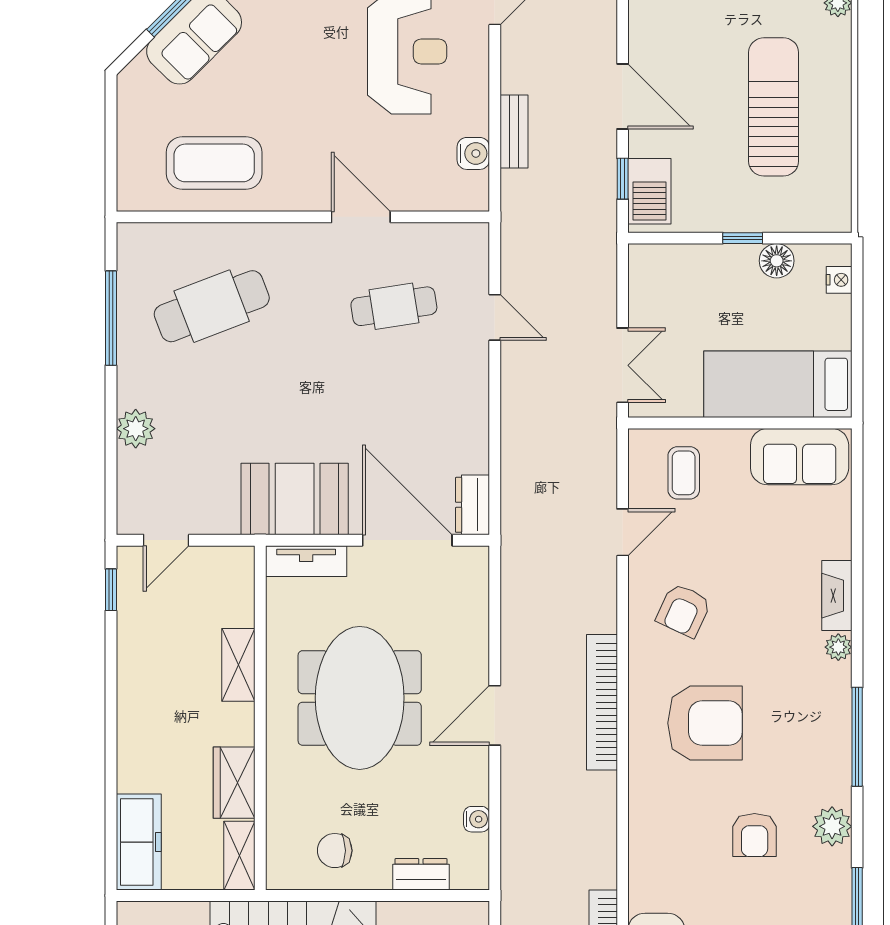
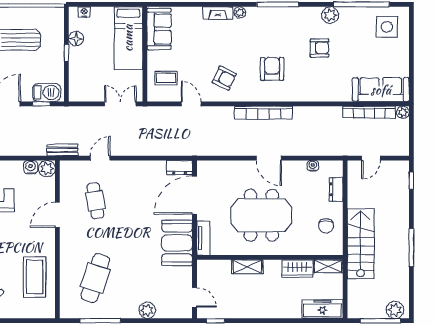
bench: (514, 131) -> (62, 150), moved
plant: (470, 192) -> (47, 169), added
cafe table: (212, 306) -> (95, 278), turned 39
armchair: (705, 723) -> (272, 69), width x0.73, depth x0.73
plant: (832, 826) -> (330, 15), moved

